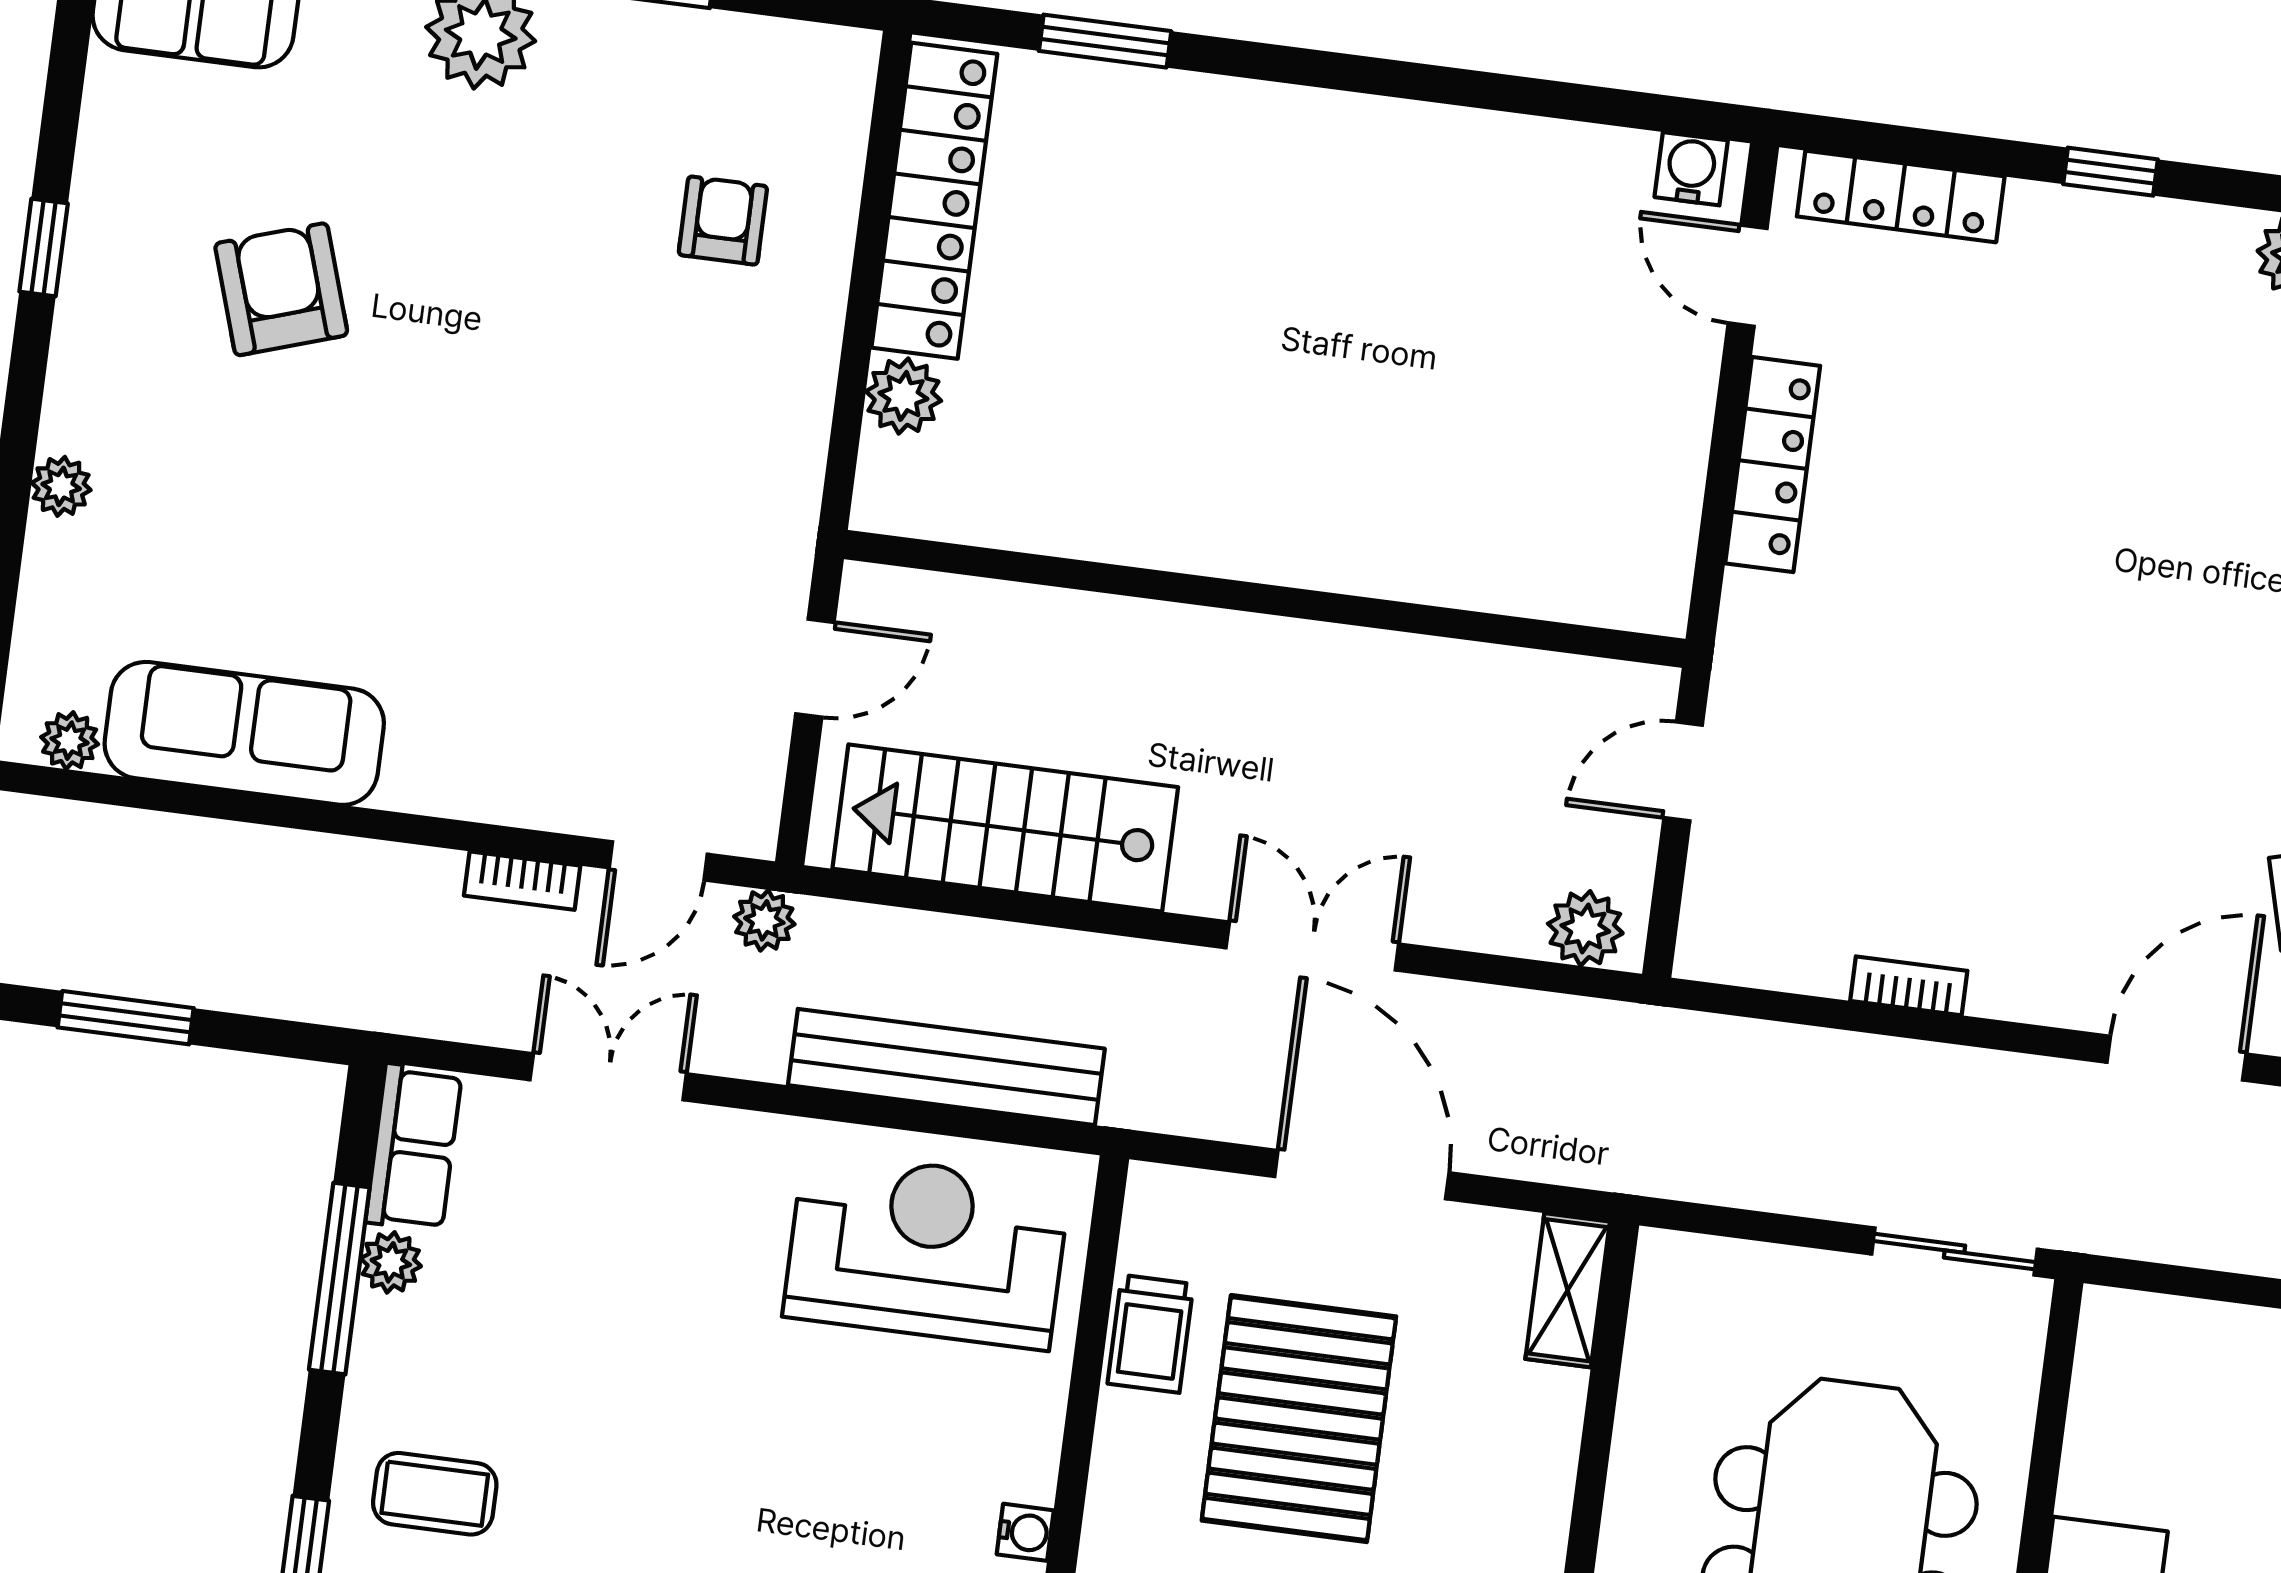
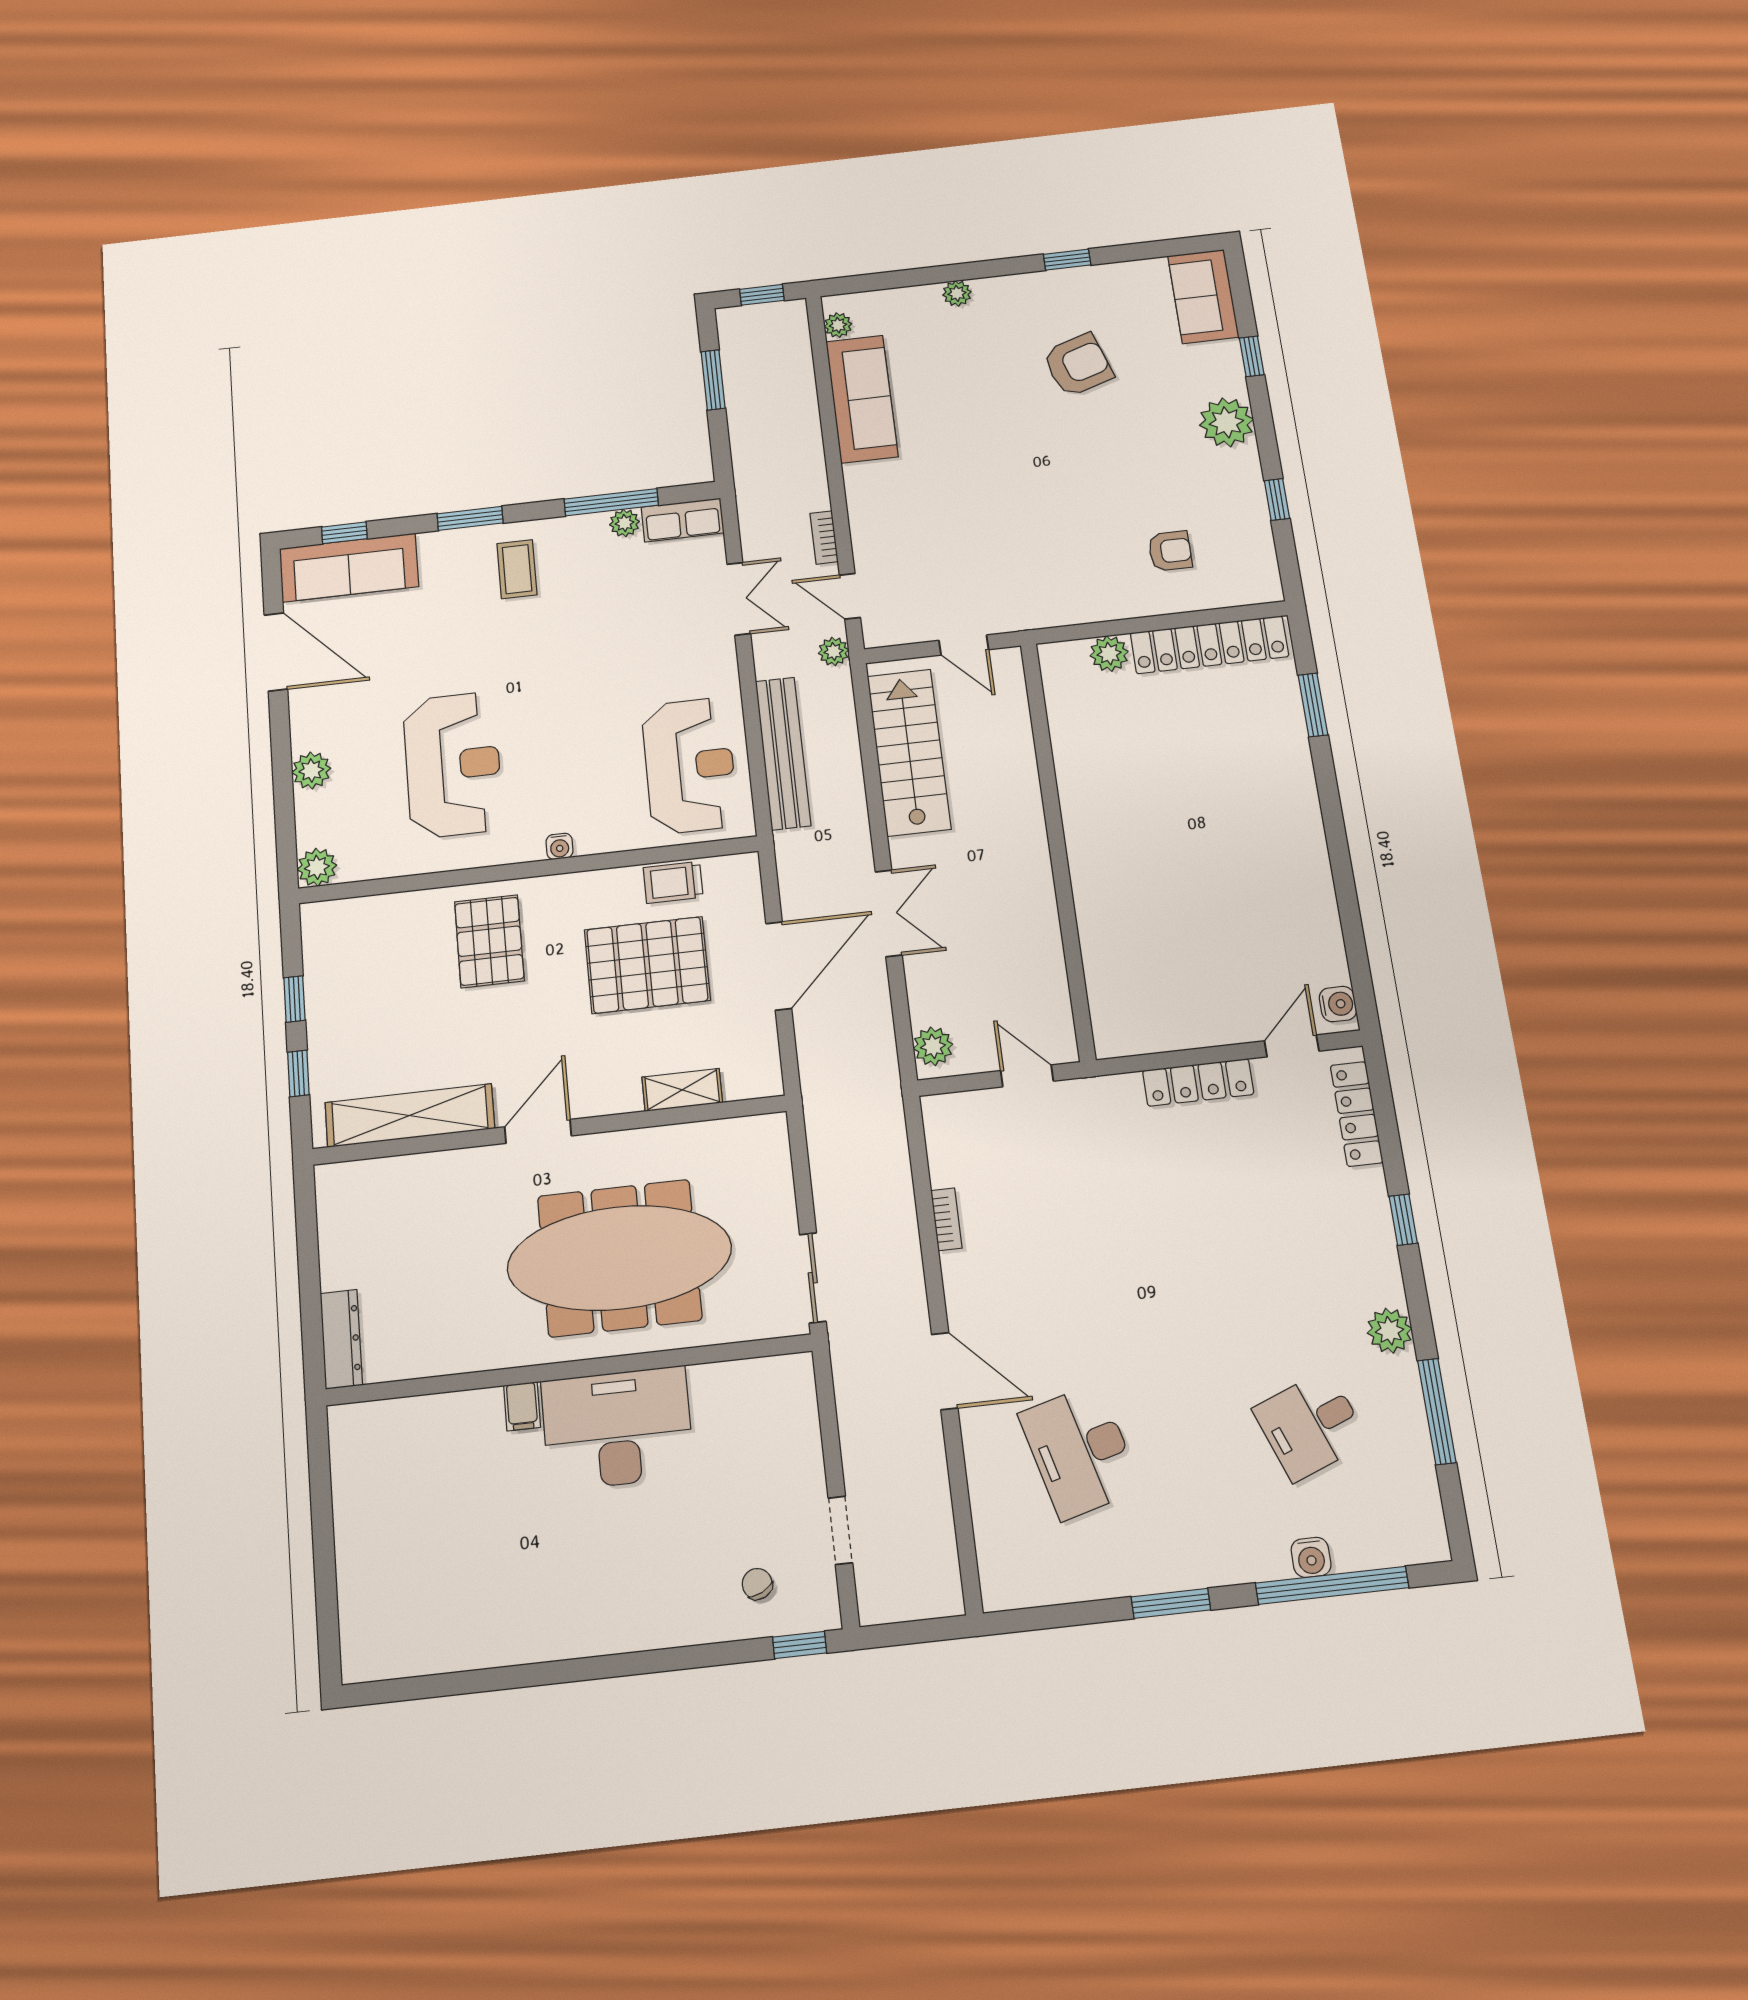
shelving: (1568, 1290) -> (682, 1090), moved

